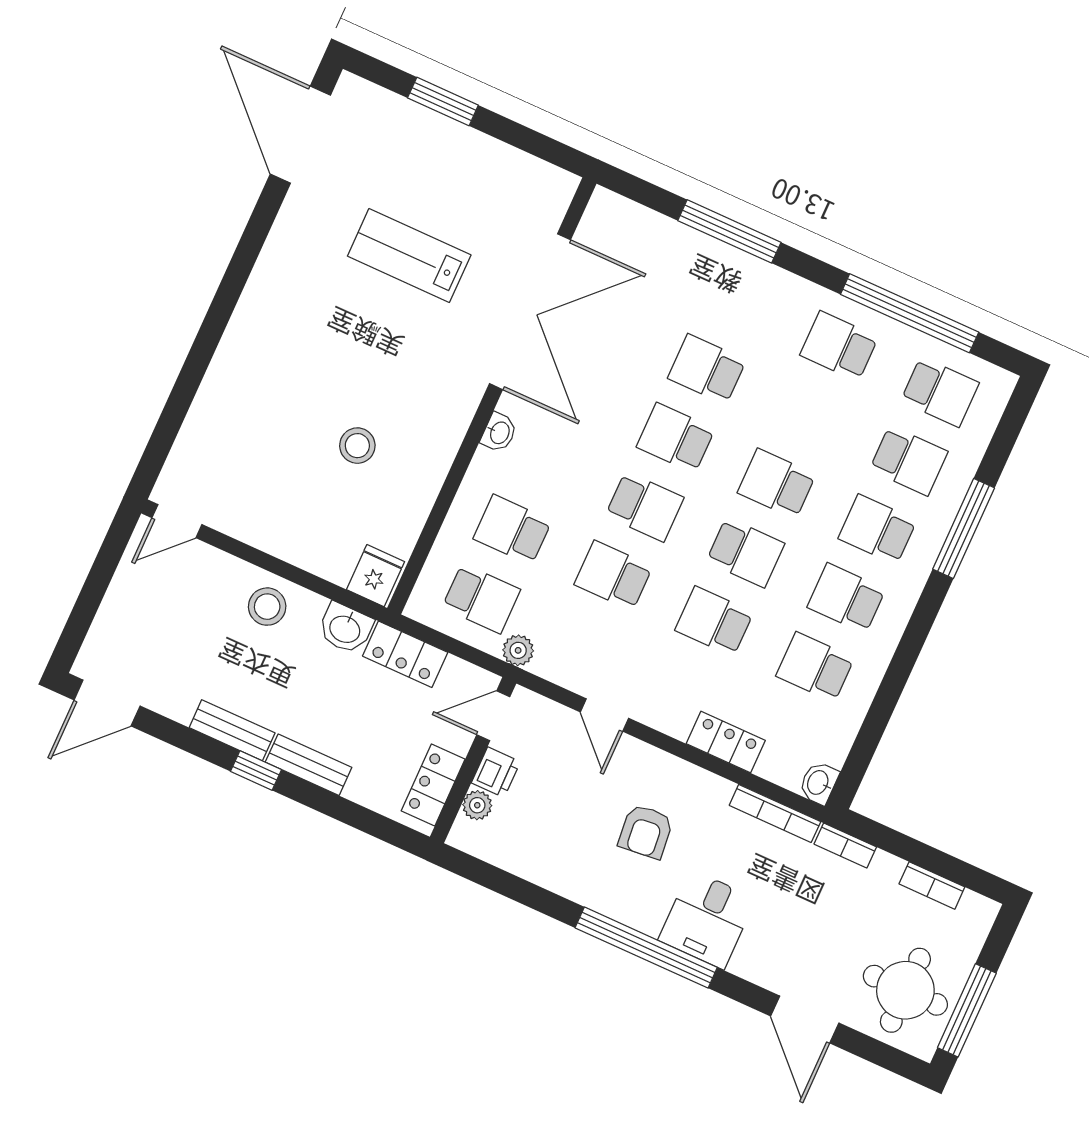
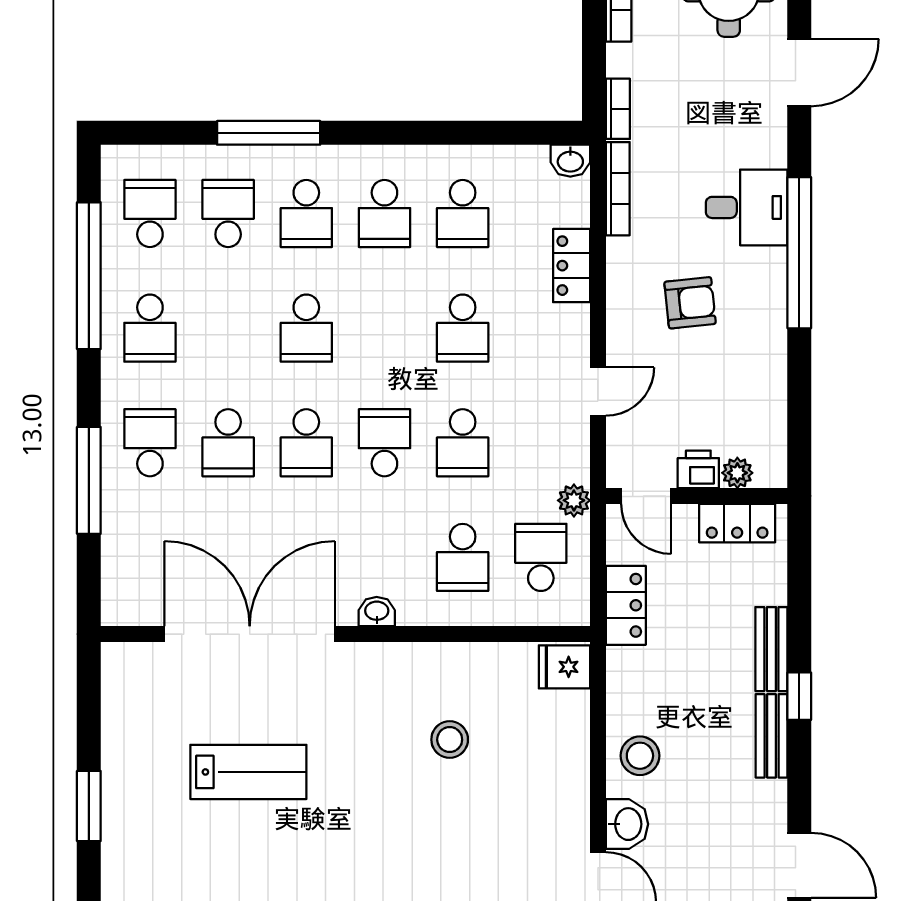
lab bench: (409, 256) -> (248, 772), turned -90
school desk: (745, 552) -> (150, 443), moved
washbasin: (345, 628) -> (627, 824), moved

